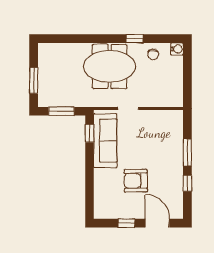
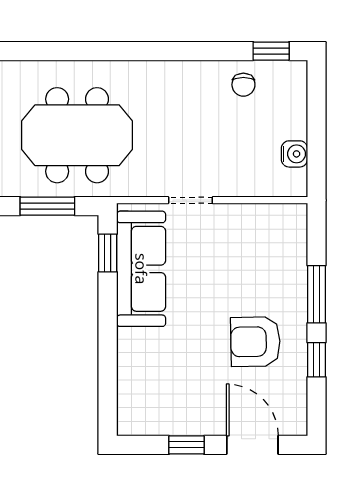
window: (135, 39) -> (271, 51), moved
water cooler: (177, 49) -> (294, 154), moved
meeting table: (110, 66) -> (77, 135), moved
armchair: (136, 181) -> (255, 342), moved

